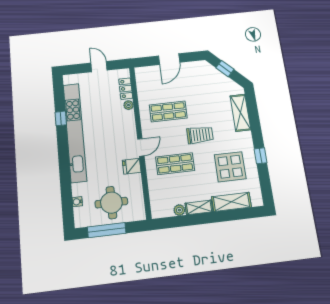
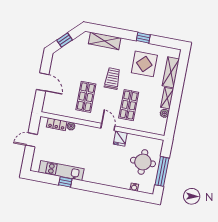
kitchen unit: (75, 132) -> (61, 171), width x0.54

